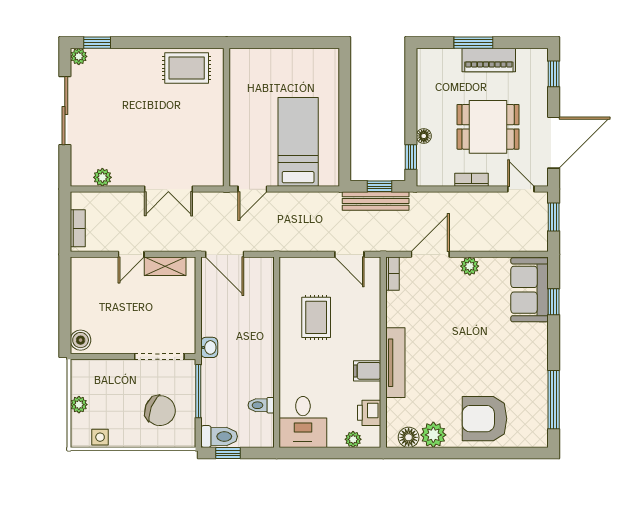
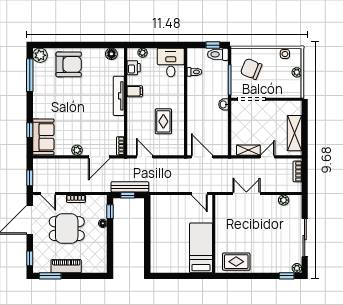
window: (473, 43) -> (50, 276), moved
bed: (298, 142) -> (201, 248), moved, turned 180
door: (252, 189) -> (199, 194), swing flipped
door: (225, 254) -> (202, 157), moved
shelving: (83, 296) -> (294, 133), added
boiler: (81, 340) -> (296, 109), removed
plant: (433, 435) -> (40, 55), moved

